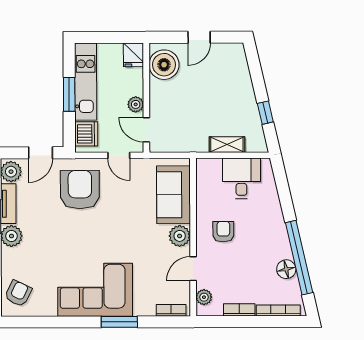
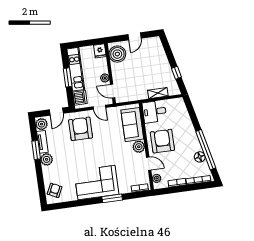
desk: (241, 178) -> (154, 112), moved, turned -90
armchair: (223, 232) -> (162, 141), width x1.88, depth x1.88
door: (193, 269) -> (149, 164), swing flipped

